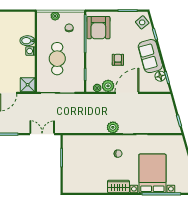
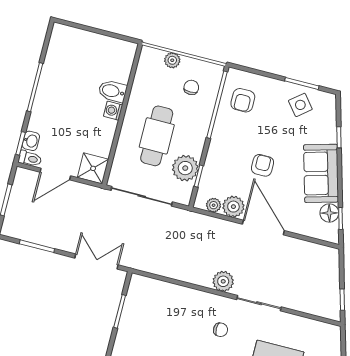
side table: (142, 22) -> (300, 105), moved
armchair: (98, 28) -> (243, 100), width x0.53, depth x0.53
plant: (77, 72) -> (185, 168), added
door: (127, 93) -> (263, 227), hinge flipped

